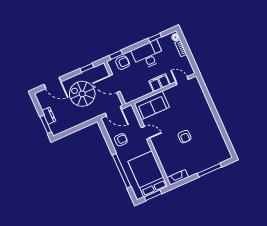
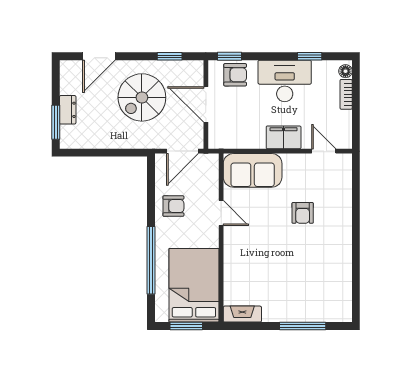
door: (52, 83) -> (99, 56), hinge flipped
spiral stairs: (82, 94) -> (142, 97), turned -90
door: (113, 111) -> (182, 151), hinge flipped
armchair: (185, 137) -> (303, 213), moved

